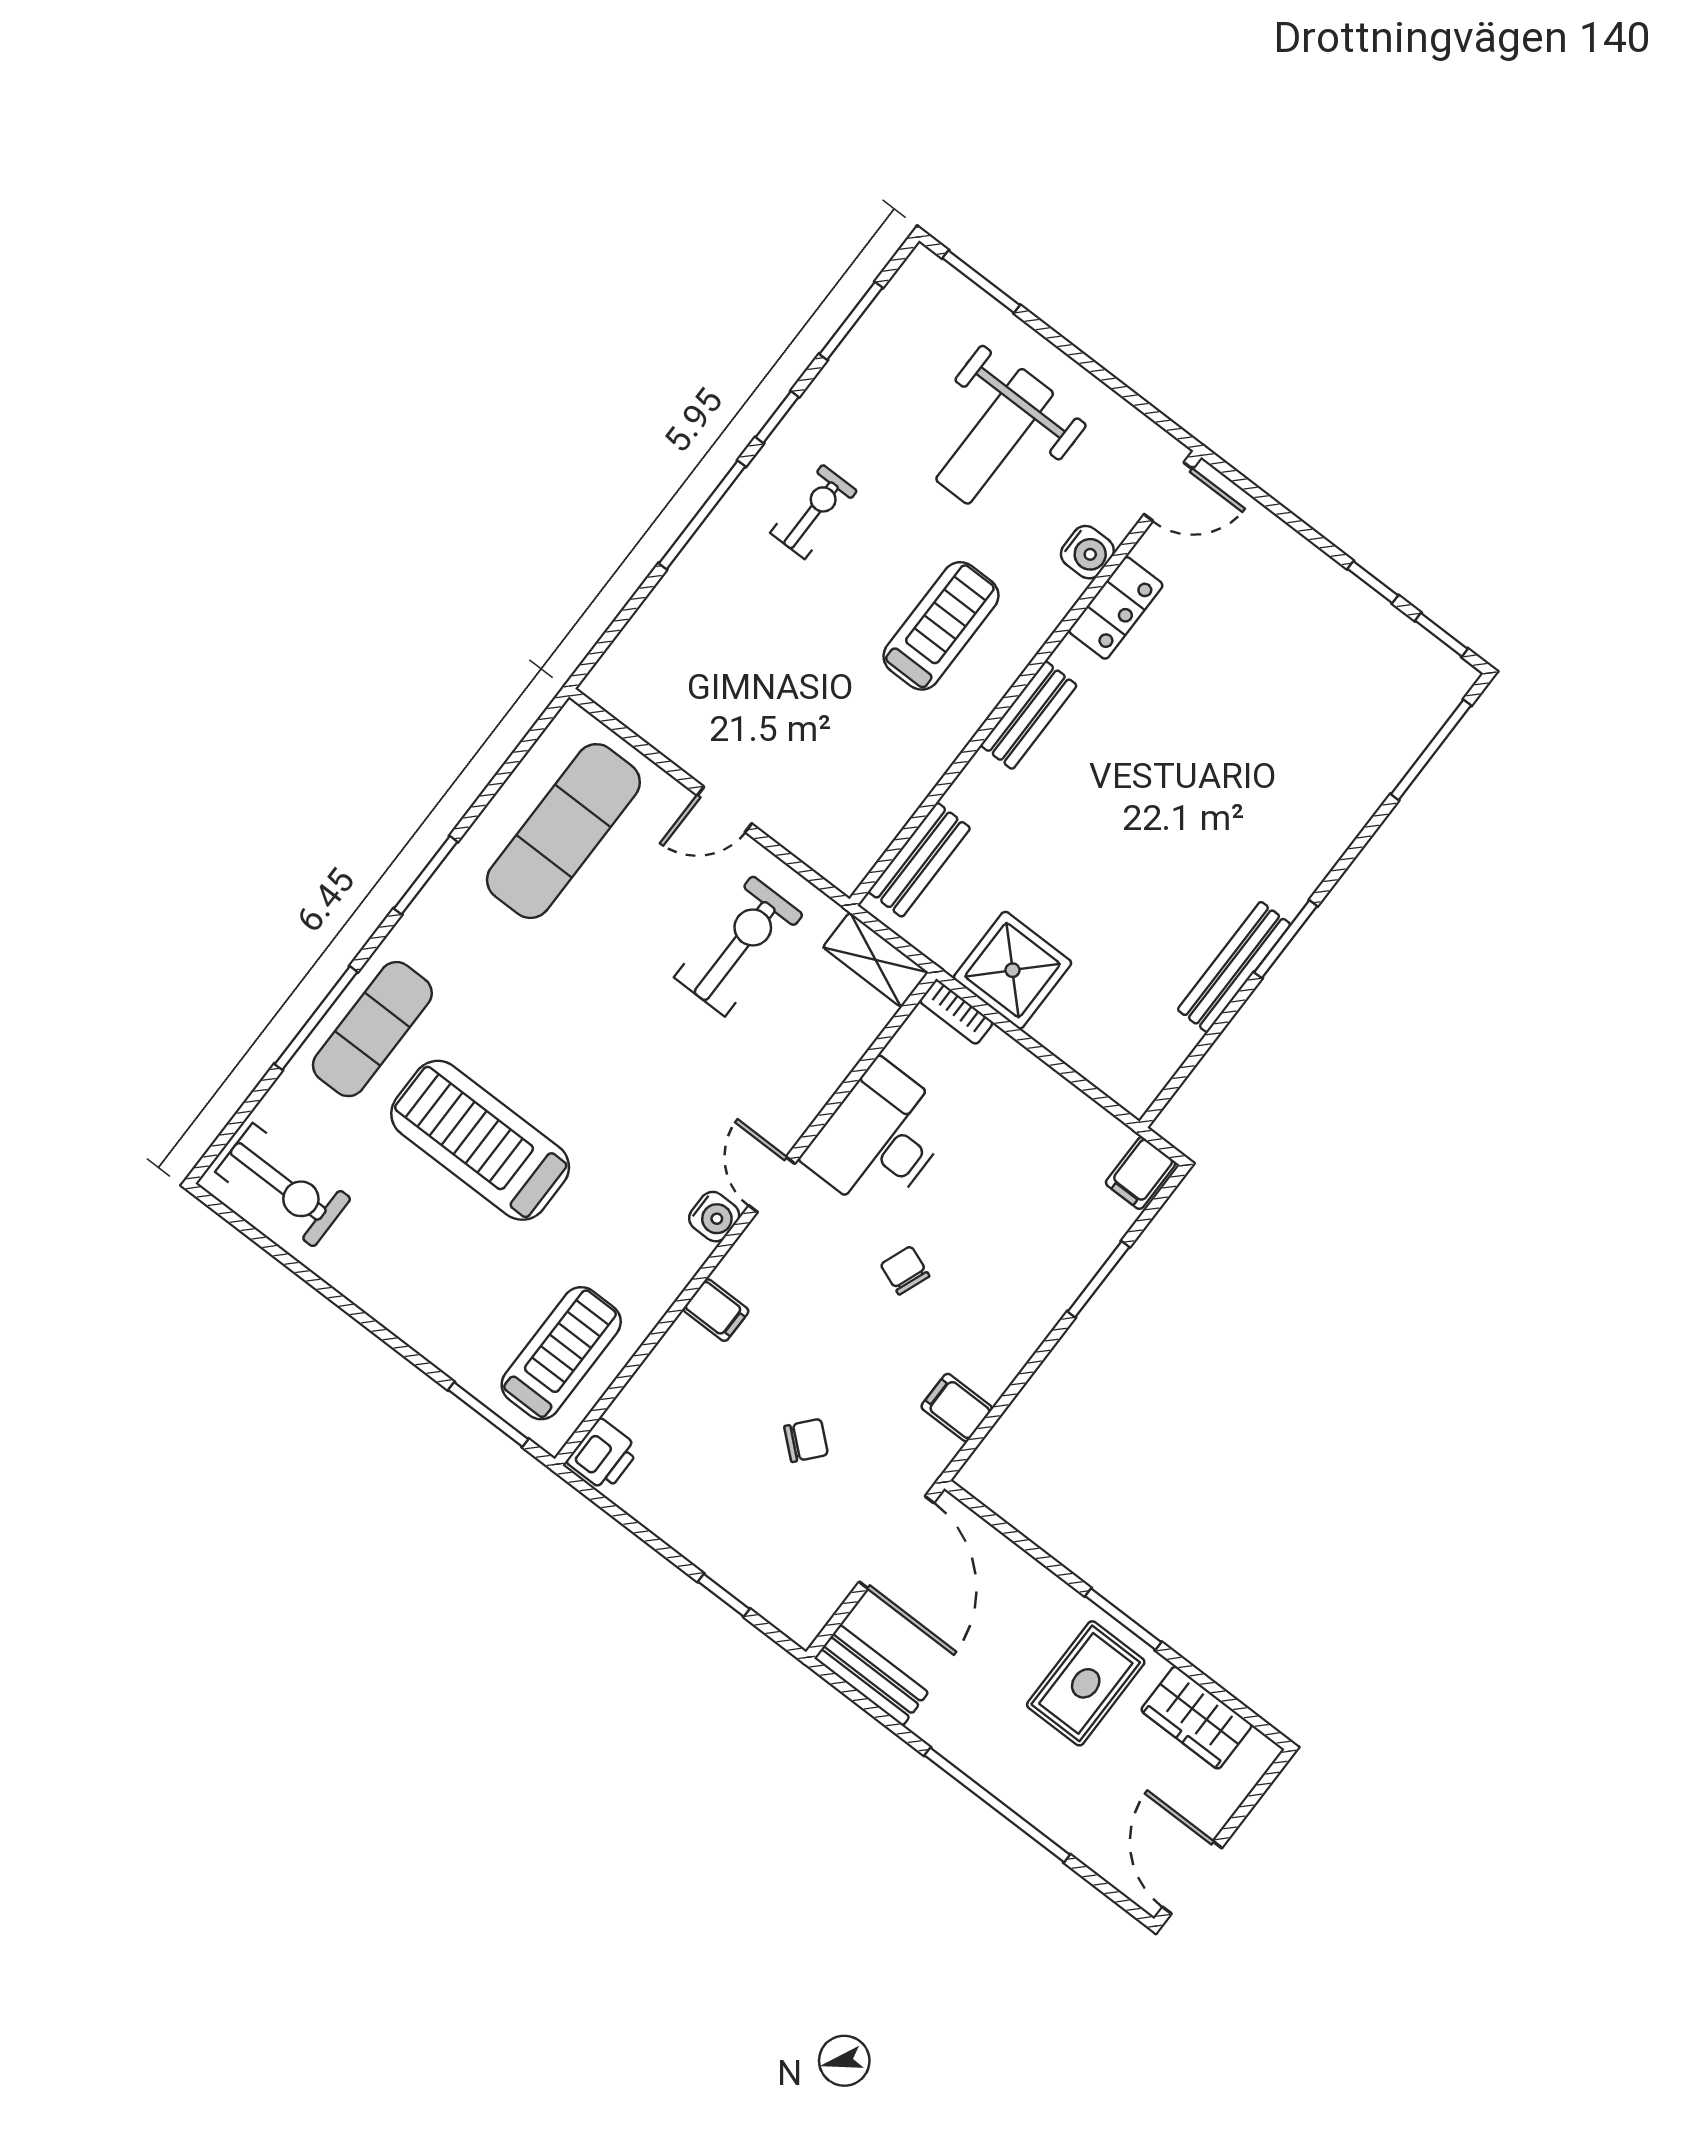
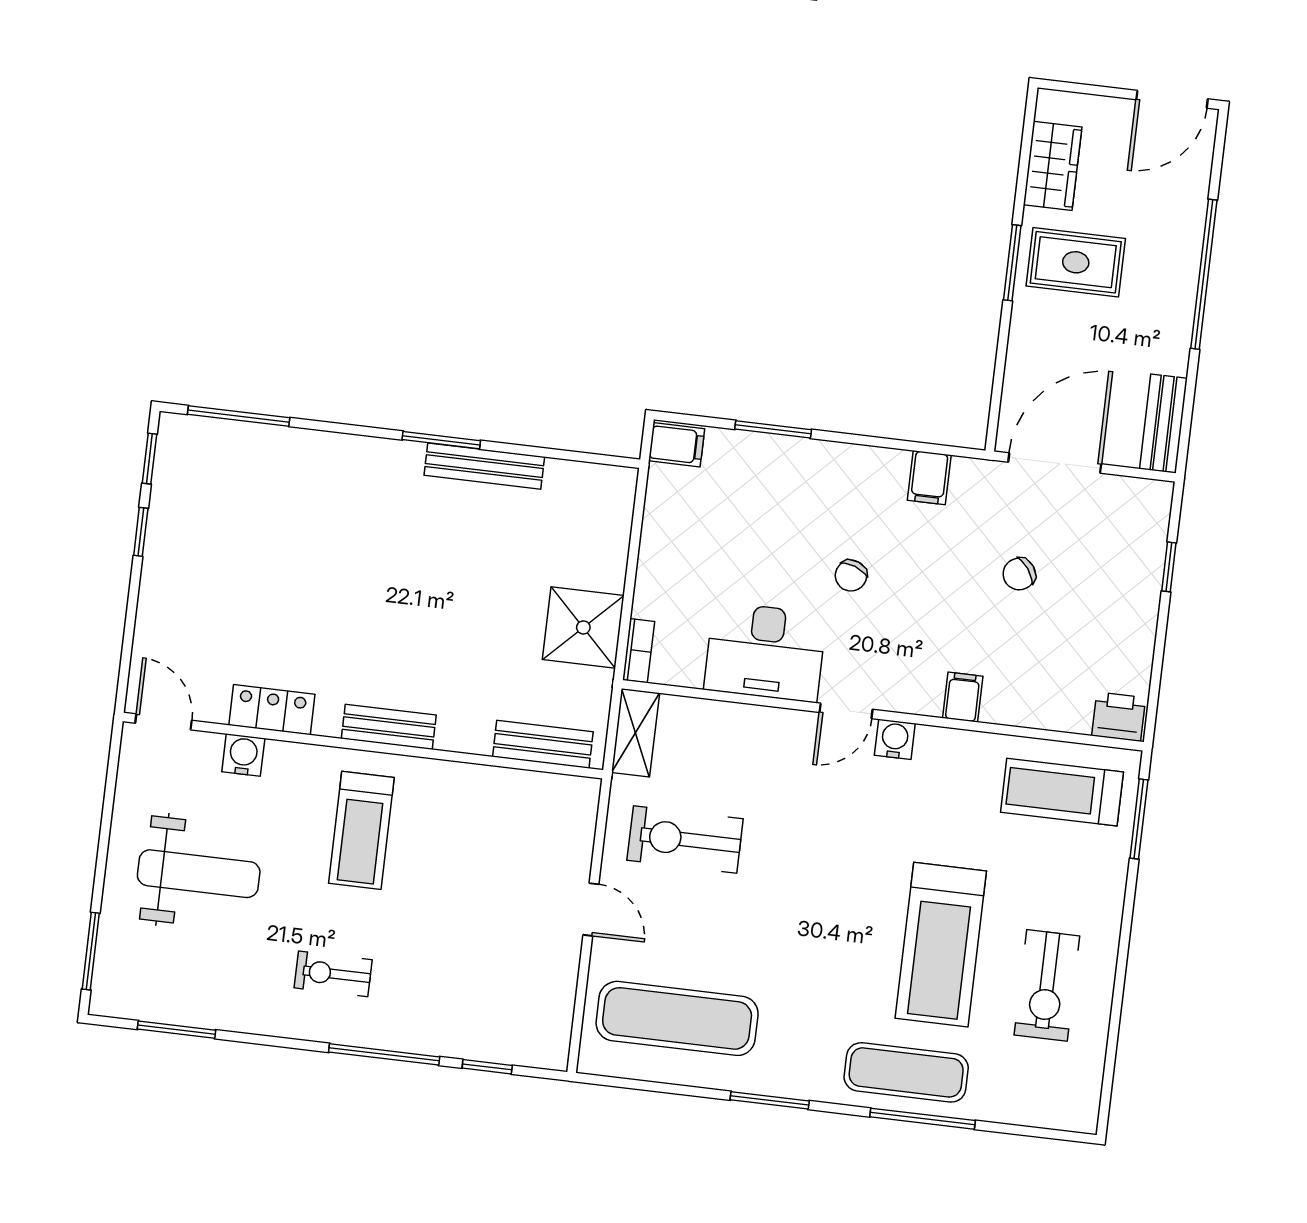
window: (777, 417) -> (487, 1067), moved
treadmill: (941, 626) -> (361, 830), turned -90
exercise bike: (283, 1185) -> (1047, 985), moved, turned 180
chair: (806, 1440) -> (1019, 574), turned -77

